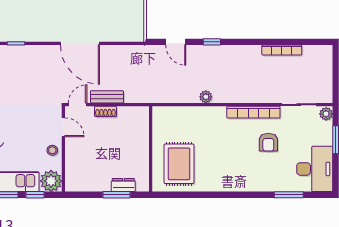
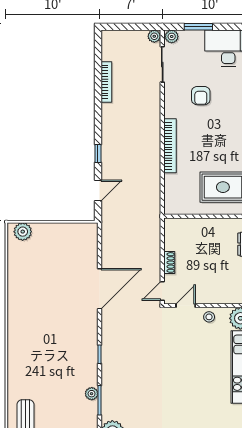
bench: (107, 97) -> (154, 261), removed
plant: (206, 97) -> (154, 36), moved
door: (78, 105) -> (162, 291), hinge flipped
bookcase: (253, 112) -> (170, 146), moved
armchair: (268, 142) -> (201, 96), turned 90

